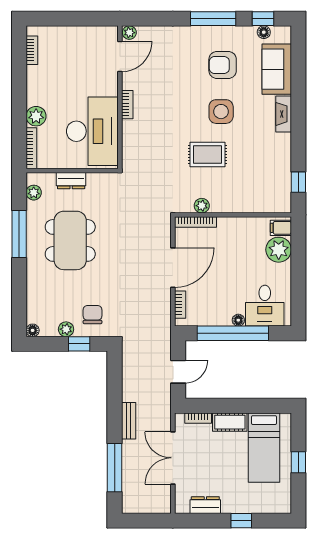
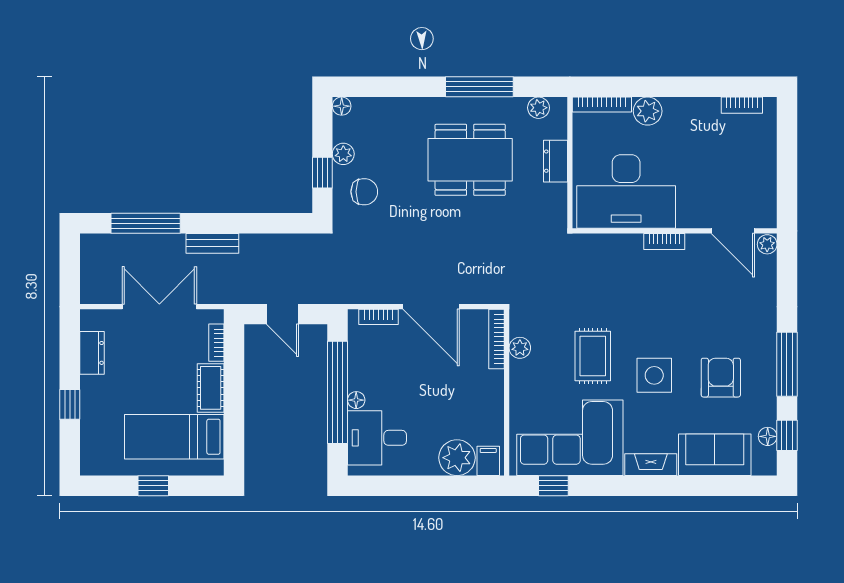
corner sofa: (265, 171) -> (570, 438), added

